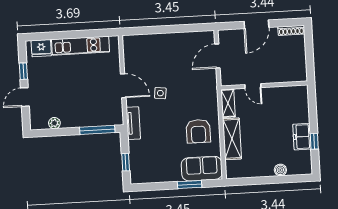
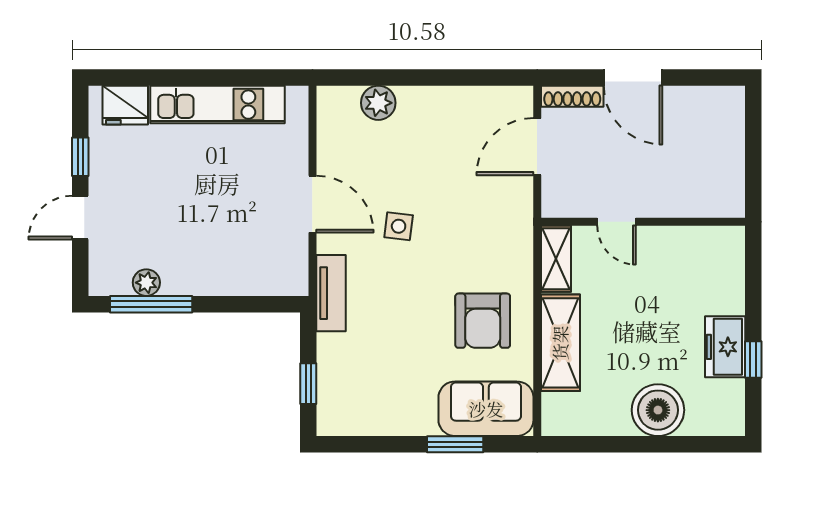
door: (256, 24) -> (633, 78), hinge flipped
shoe rack: (291, 30) -> (572, 96), moved
plant: (149, 41) -> (378, 103), added
window: (97, 130) -> (151, 304), moved
boiler: (280, 170) -> (658, 410), width x1.86, depth x1.86

